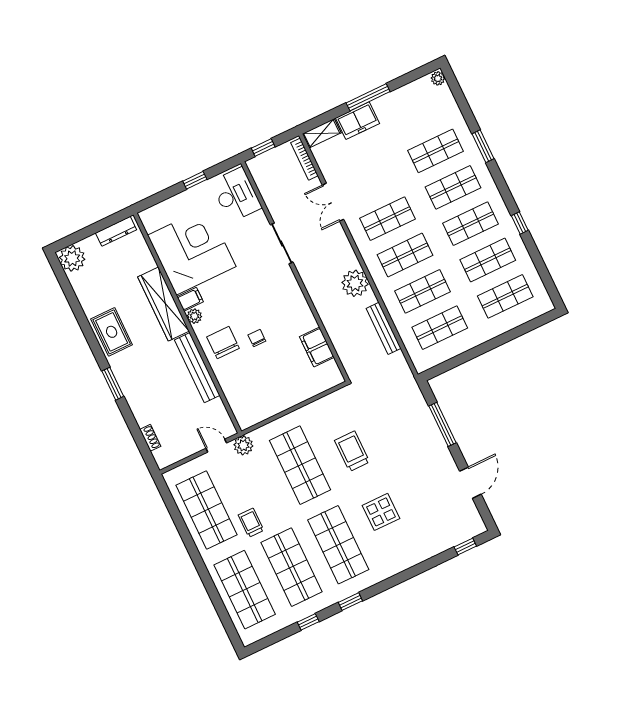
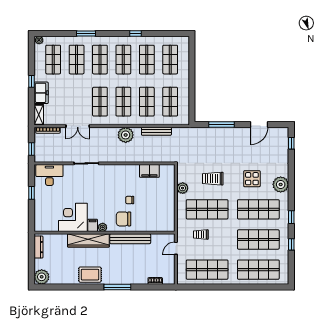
window: (368, 97) -> (31, 81), width x0.46
shop shelf: (418, 115) -> (53, 60), added
corner desk: (192, 251) -> (73, 217), width x0.74, depth x0.74
window: (113, 384) -> (117, 287), width x1.44
plant: (243, 445) -> (183, 188), moved
door: (470, 483) -> (259, 125), swing flipped
trolley: (251, 523) -> (201, 234), moved
plant: (393, 561) -> (281, 184), added

